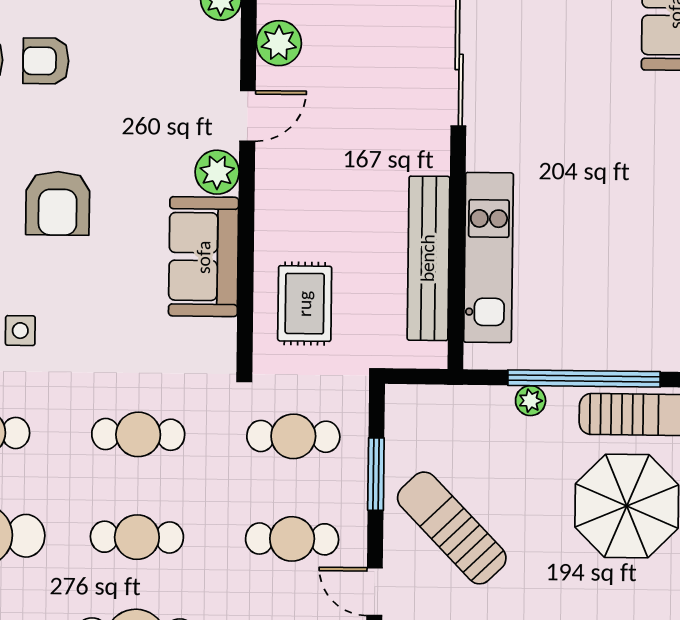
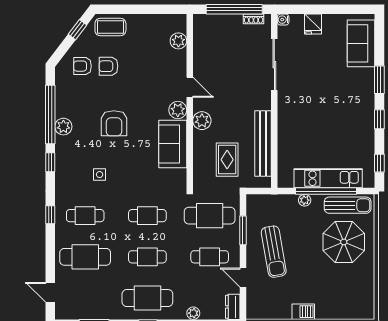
plant: (279, 43) -> (202, 121), moved
door: (248, 116) -> (190, 87), hinge flipped
kitchen unit: (488, 258) -> (328, 178), moved, turned -90
rug: (305, 304) -> (227, 160), moved
cafe table: (293, 436) -> (210, 216), width x1.37, depth x1.35
sun lounger: (452, 528) -> (274, 252), turned -146

